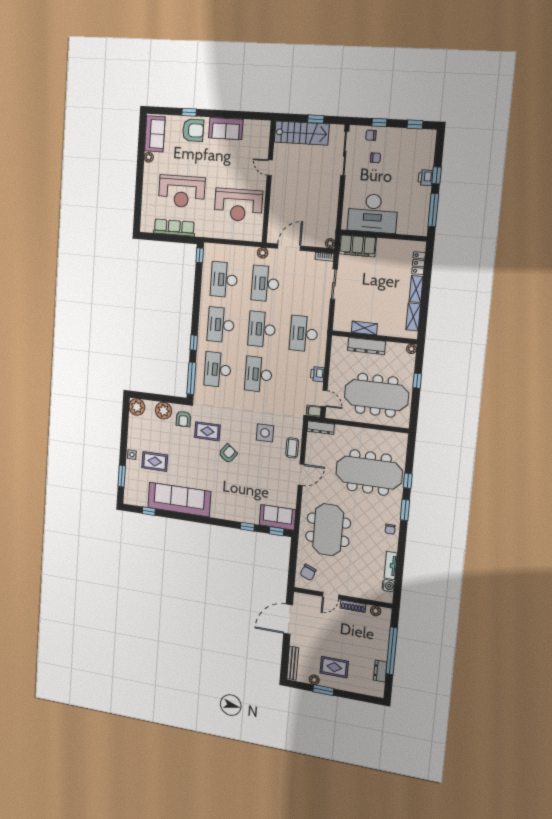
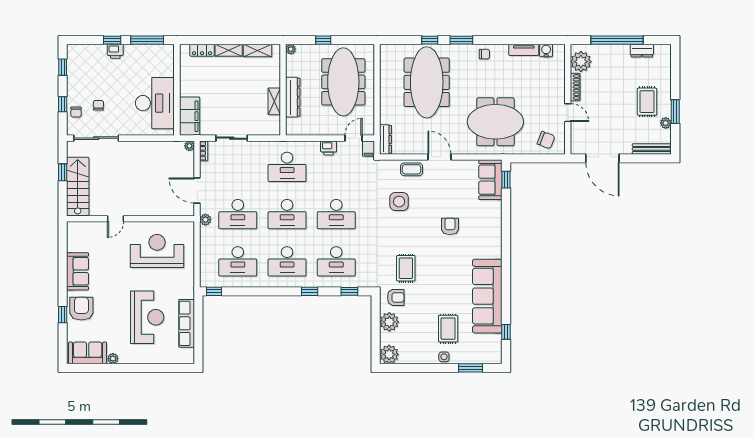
reception desk: (238, 205) -> (157, 251), turned -90
window: (191, 378) -> (349, 291), width x0.46
armchair: (228, 454) -> (450, 226), moved, turned 53
window: (247, 527) -> (506, 213), removed
plant: (376, 611) -> (581, 62), width x1.87, depth x1.87

